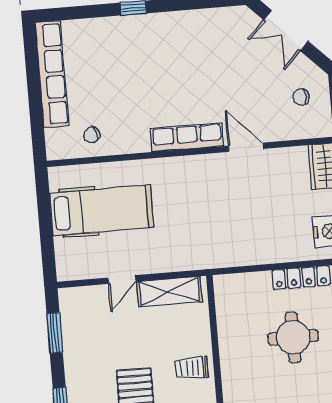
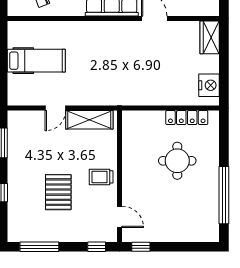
hospital bed: (102, 210) -> (36, 61), width x0.73, depth x0.78

